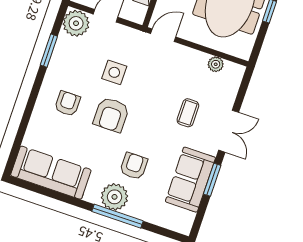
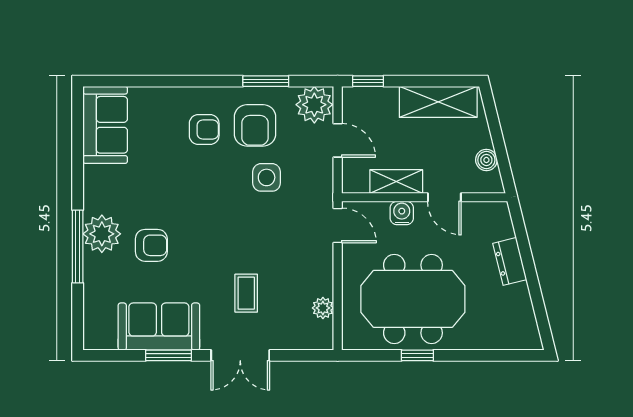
coffee table: (188, 113) -> (246, 293), turned 90
armchair: (111, 115) -> (255, 125), moved, turned -90
sofa: (51, 173) -> (105, 125), width x0.73

